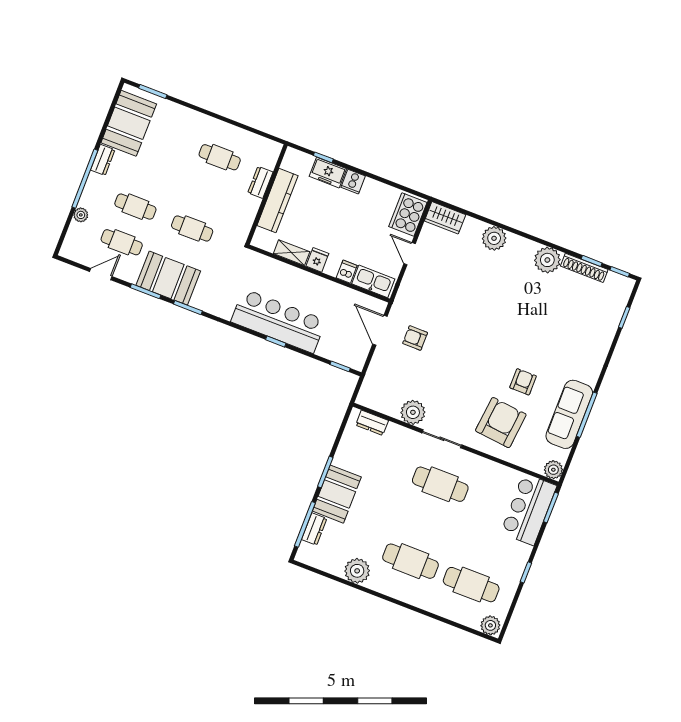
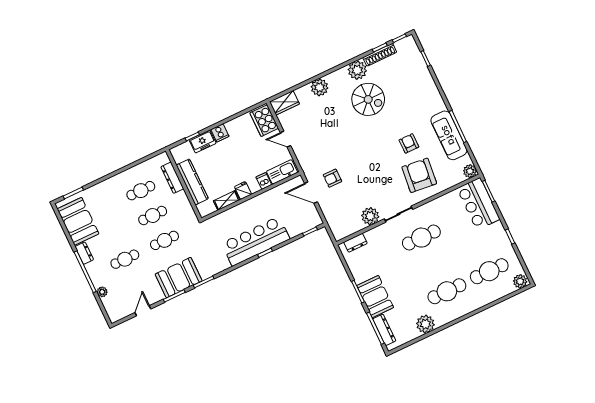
dresser: (260, 182) -> (172, 178), width x1.44
cafe table: (122, 242) -> (153, 216), moved
spiral stairs: (528, 299) -> (368, 99), added
dresser: (314, 529) -> (384, 330), width x1.44

